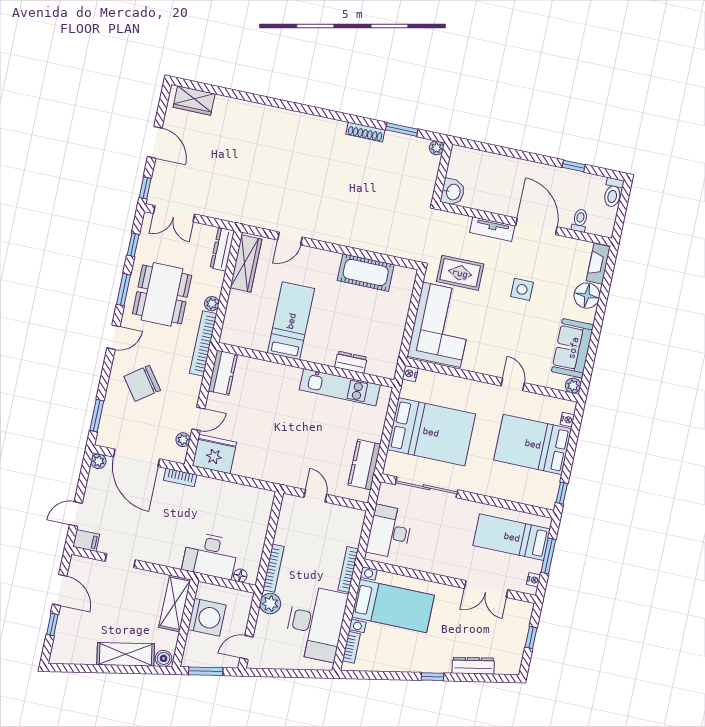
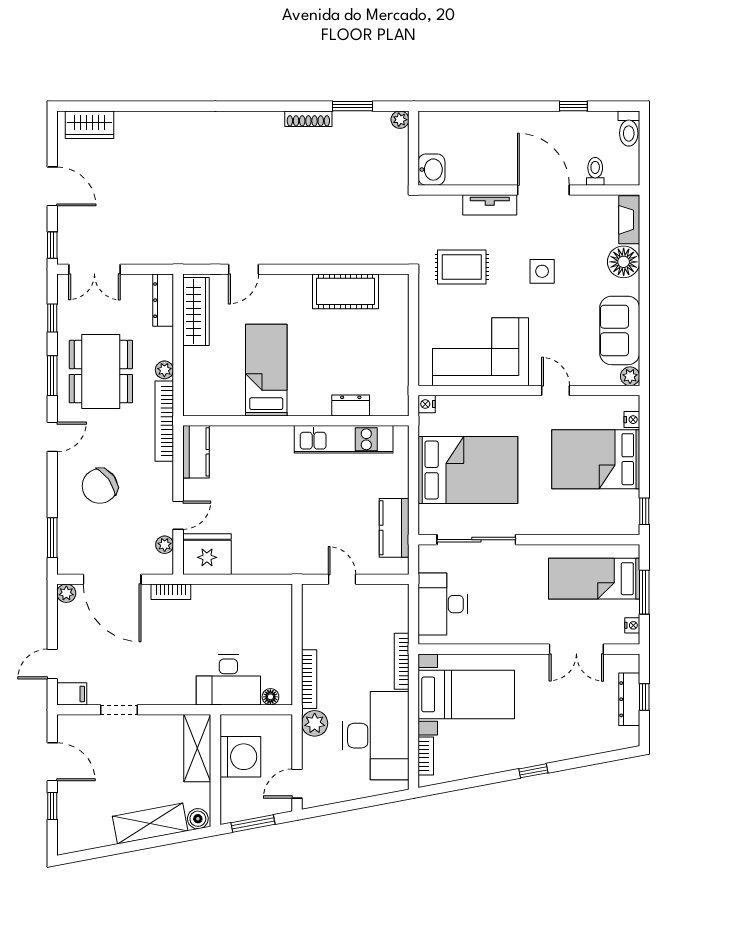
corner sofa: (441, 325) -> (481, 352), moved, turned -90
dresser: (473, 666) -> (629, 699), moved, turned -79

